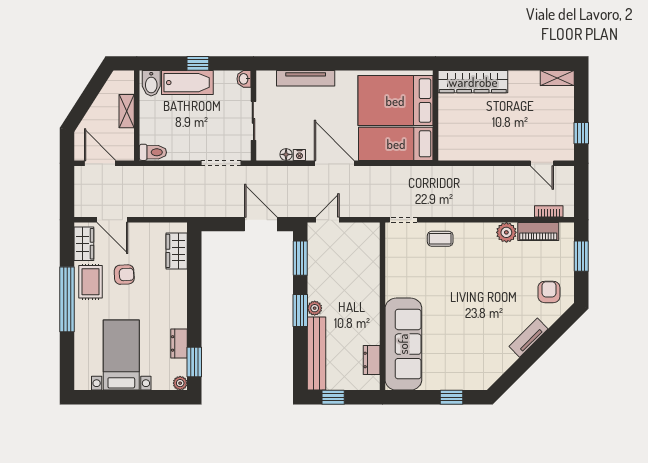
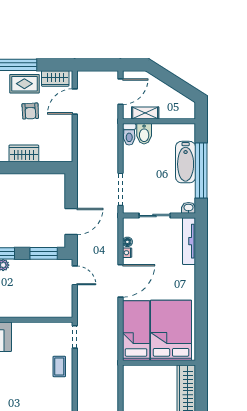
window: (198, 63) -> (201, 171), width x3.17
tv unit: (306, 78) -> (189, 241), moved
bidet: (151, 83) -> (144, 134), moved, turned -90
shelving: (127, 111) -> (145, 113), moved
wardrobe: (177, 251) -> (24, 153), moved

